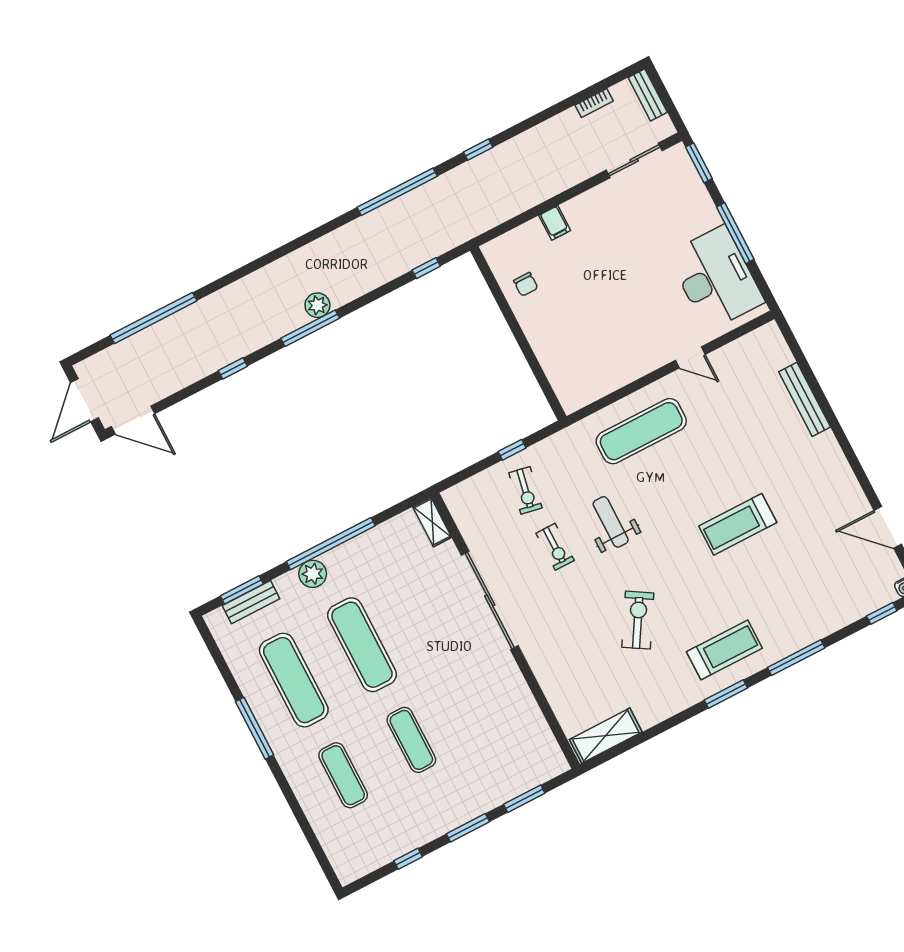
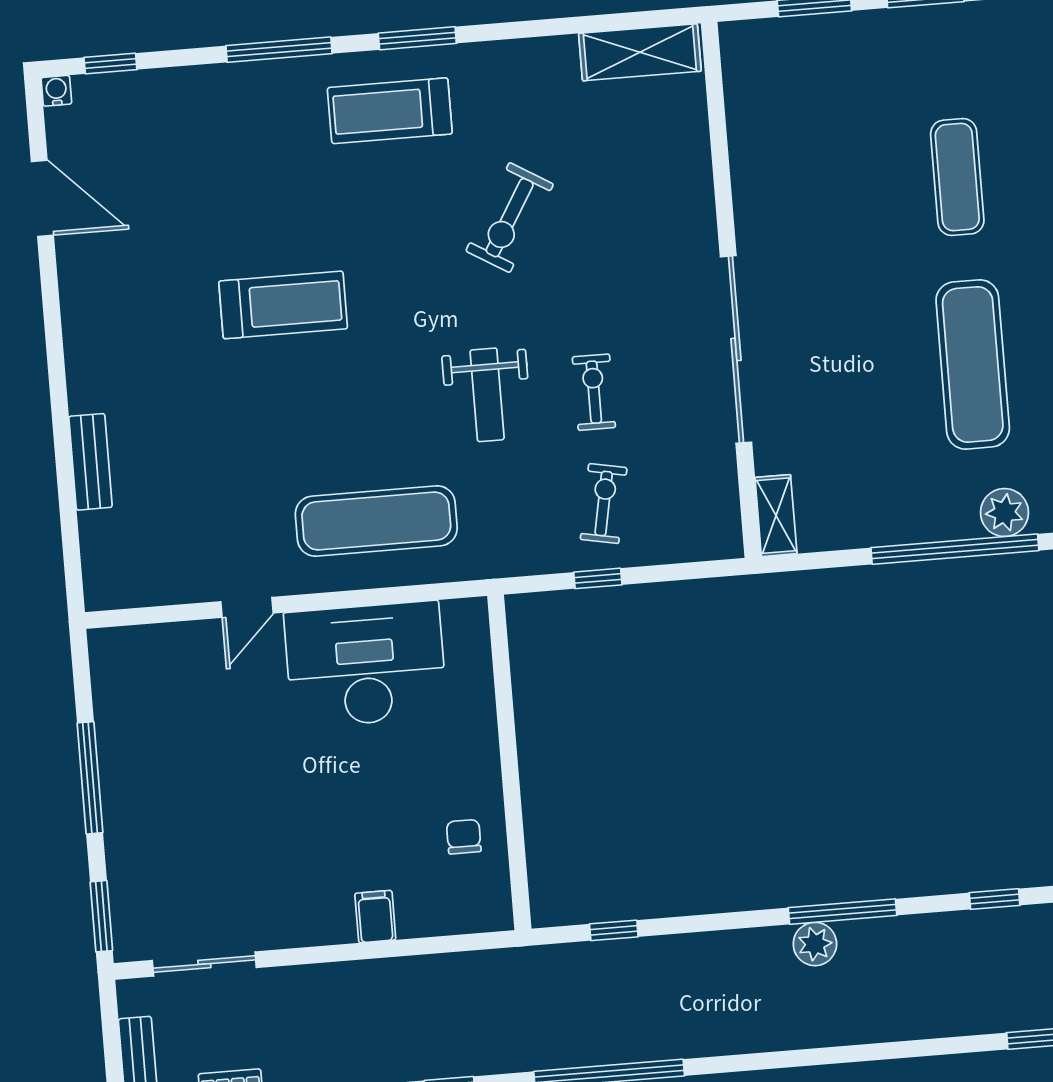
desk: (716, 278) -> (366, 665), moved, turned 90
door: (690, 357) -> (247, 607), swing flipped
bench: (805, 399) -> (90, 462), width x0.73

